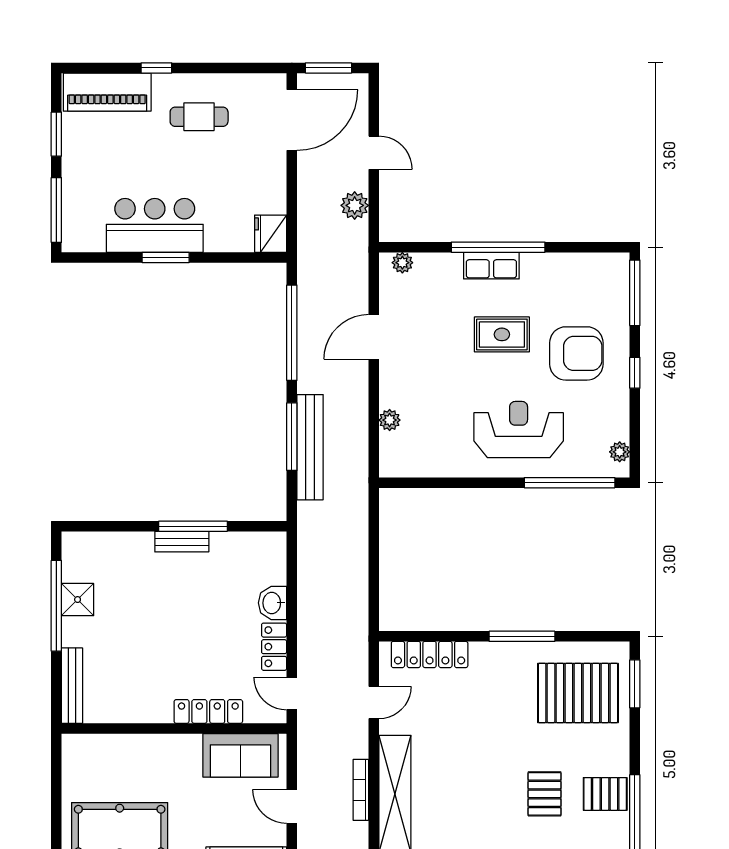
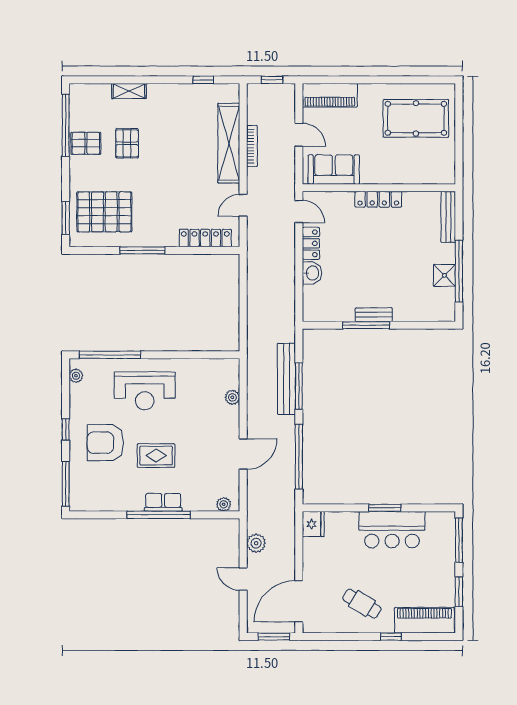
cafe table: (199, 117) -> (362, 604), turned 31
locker: (208, 711) -> (378, 199), moved

